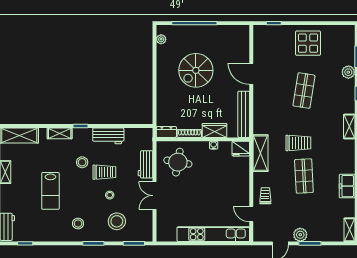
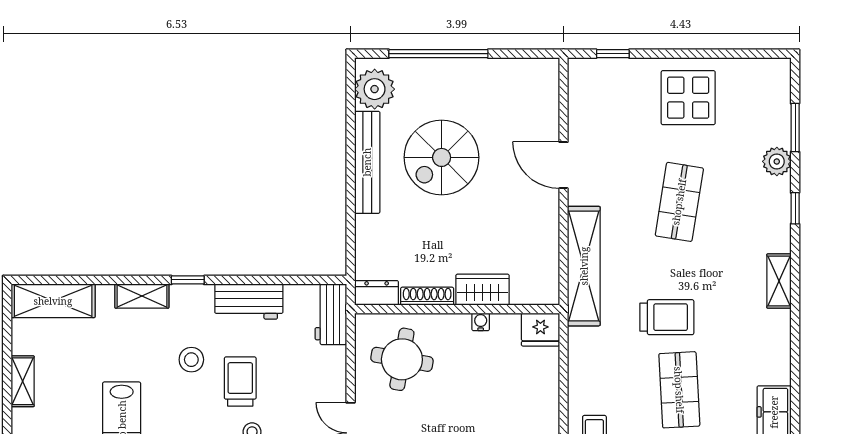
plant: (161, 39) -> (375, 89), width x1.88, depth x1.88
bench: (244, 114) -> (367, 162), moved
shelving: (261, 153) -> (584, 266), moved, width x1.47
workbench: (146, 164) -> (331, 314), moved
trolley: (104, 172) -> (240, 381), turned -90

